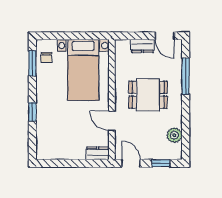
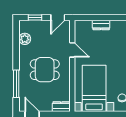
dresser: (142, 46) -> (61, 107), moved
dresser: (98, 153) -> (101, 25), moved
door: (131, 163) -> (58, 17), hinge flipped

